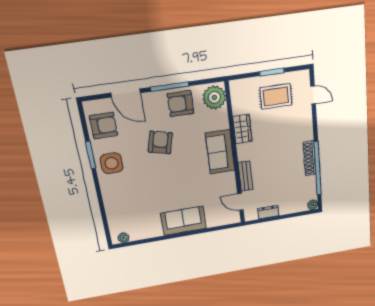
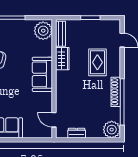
rug: (276, 96) -> (97, 62), moved, turned 90
armchair: (181, 104) -> (17, 32), removed
bench: (245, 176) -> (61, 34), moved
plant: (313, 205) -> (112, 130), width x1.87, depth x1.87

